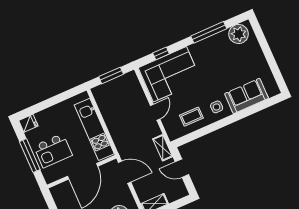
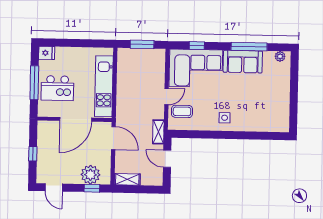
plant: (239, 34) -> (280, 56), width x0.53, depth x0.53
sofa: (247, 96) -> (243, 62), moved, turned 180
coffee table: (191, 117) -> (182, 111), moved

